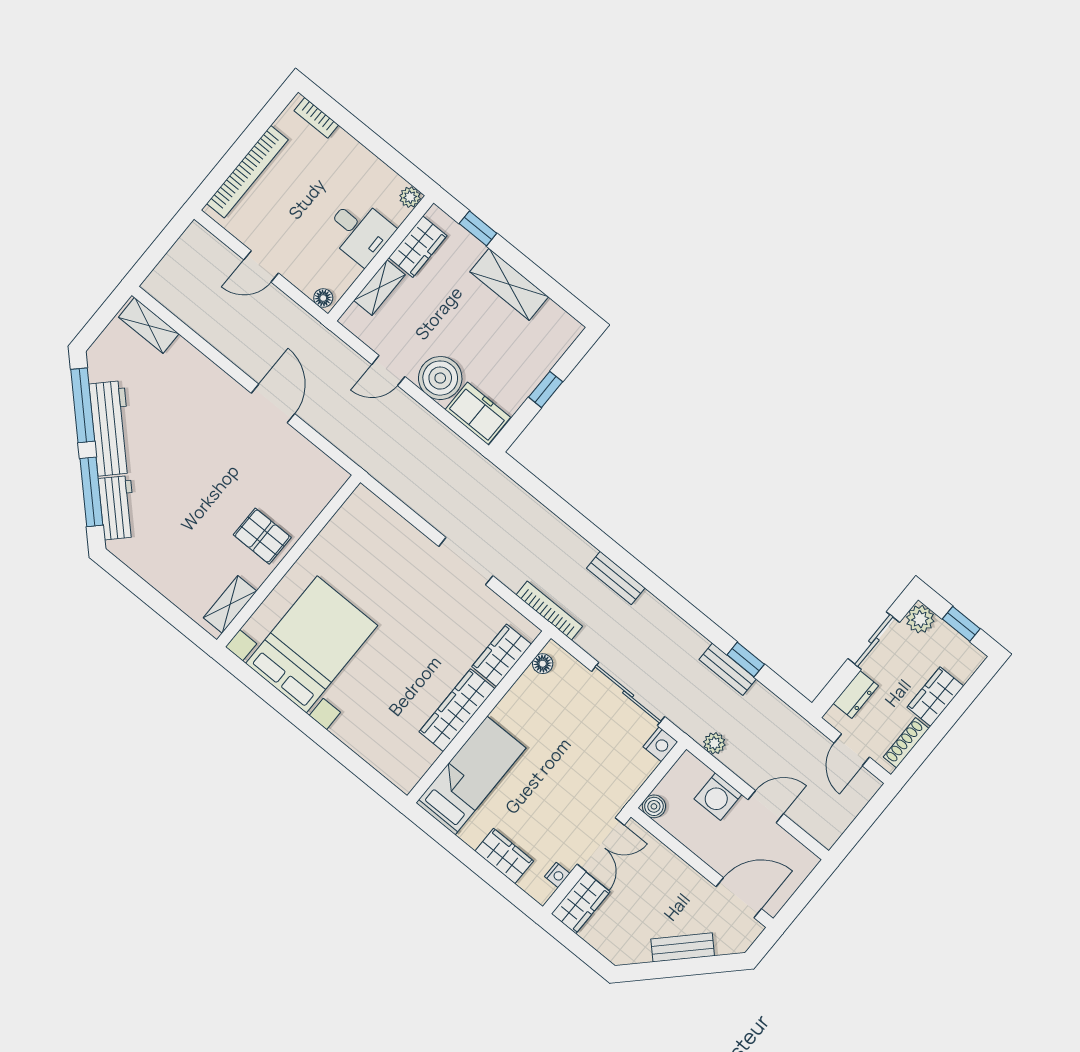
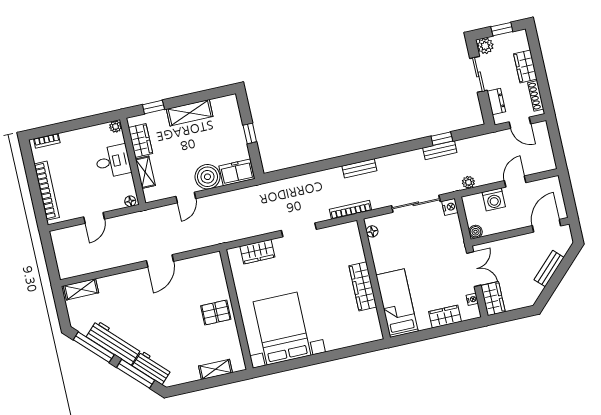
door: (273, 403) -> (160, 261), swing flipped
shelving: (230, 604) -> (216, 369), moved, turned 90
wardrobe: (502, 655) -> (257, 252), moved, turned -90

